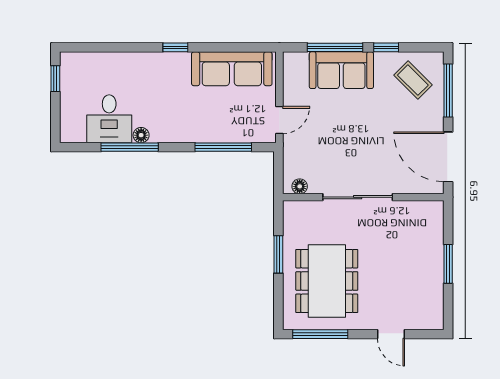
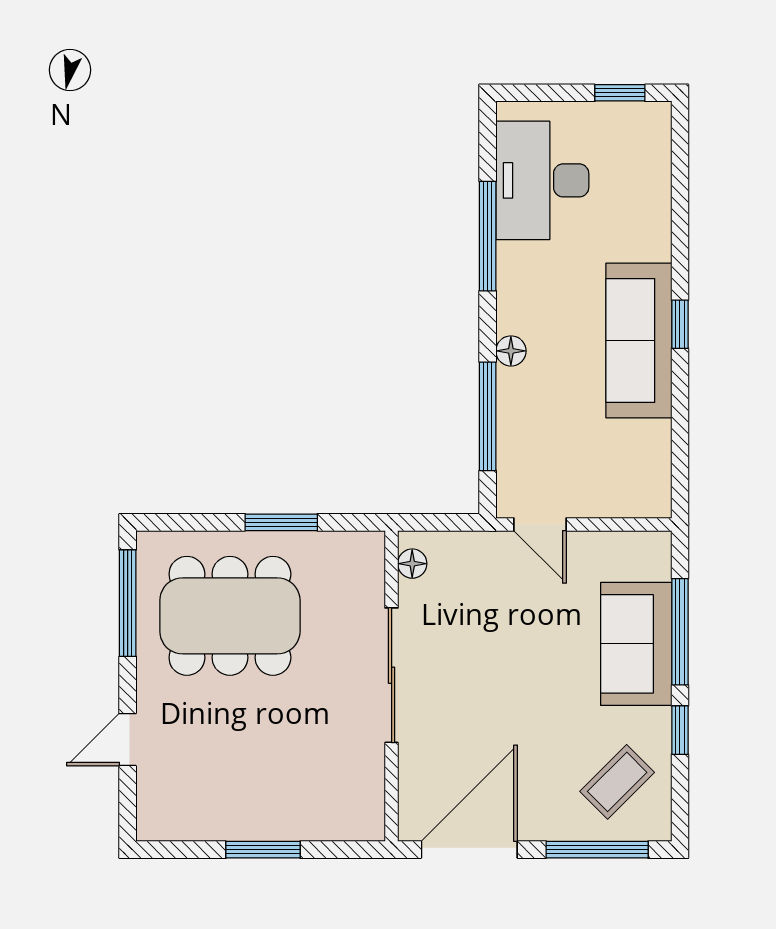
sofa: (232, 69) -> (639, 340), moved
desk: (109, 119) -> (542, 180), width x1.37
floor lamp: (141, 135) -> (511, 351), moved

